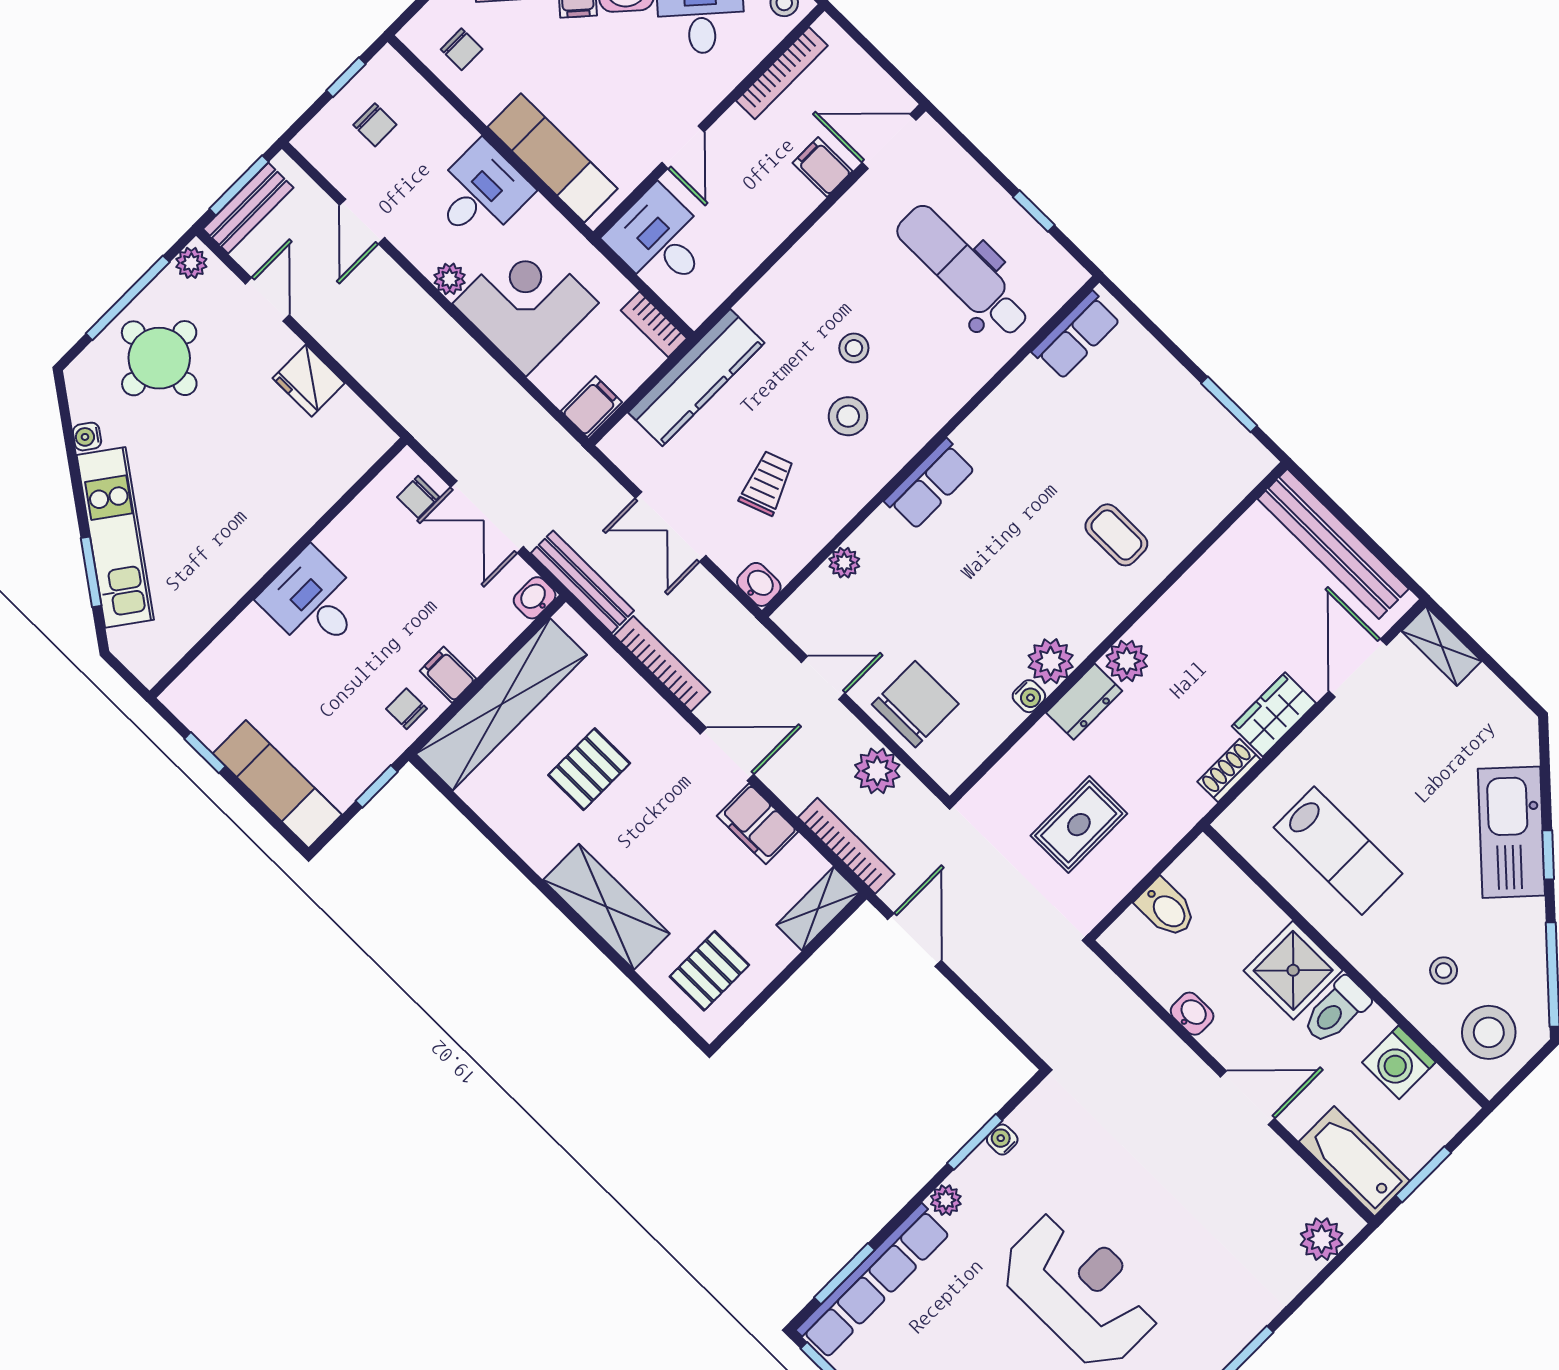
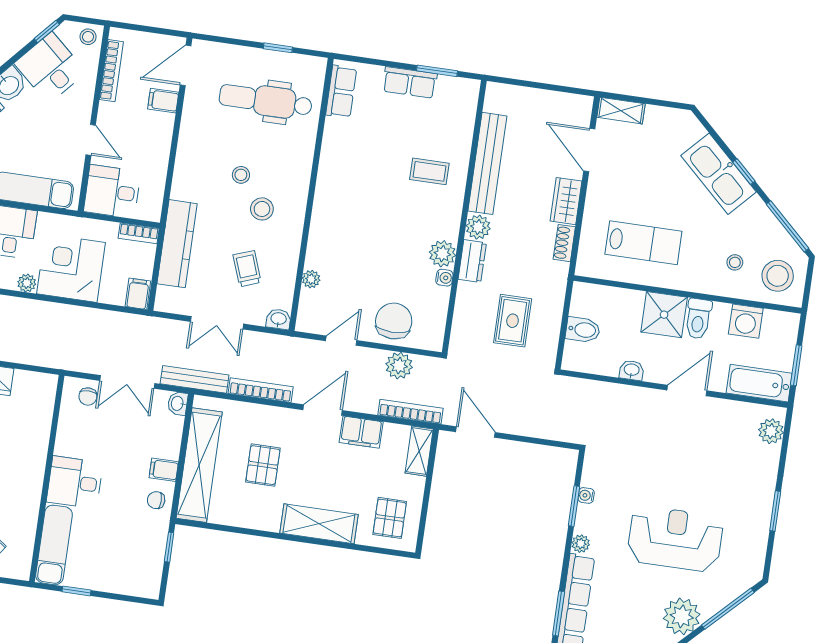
row of seats: (930, 484) -> (410, 82), moved, turned 90
bench: (1333, 544) -> (487, 163), moved, turned 90
exam couch: (277, 784) -> (54, 545), moved, turned 90

